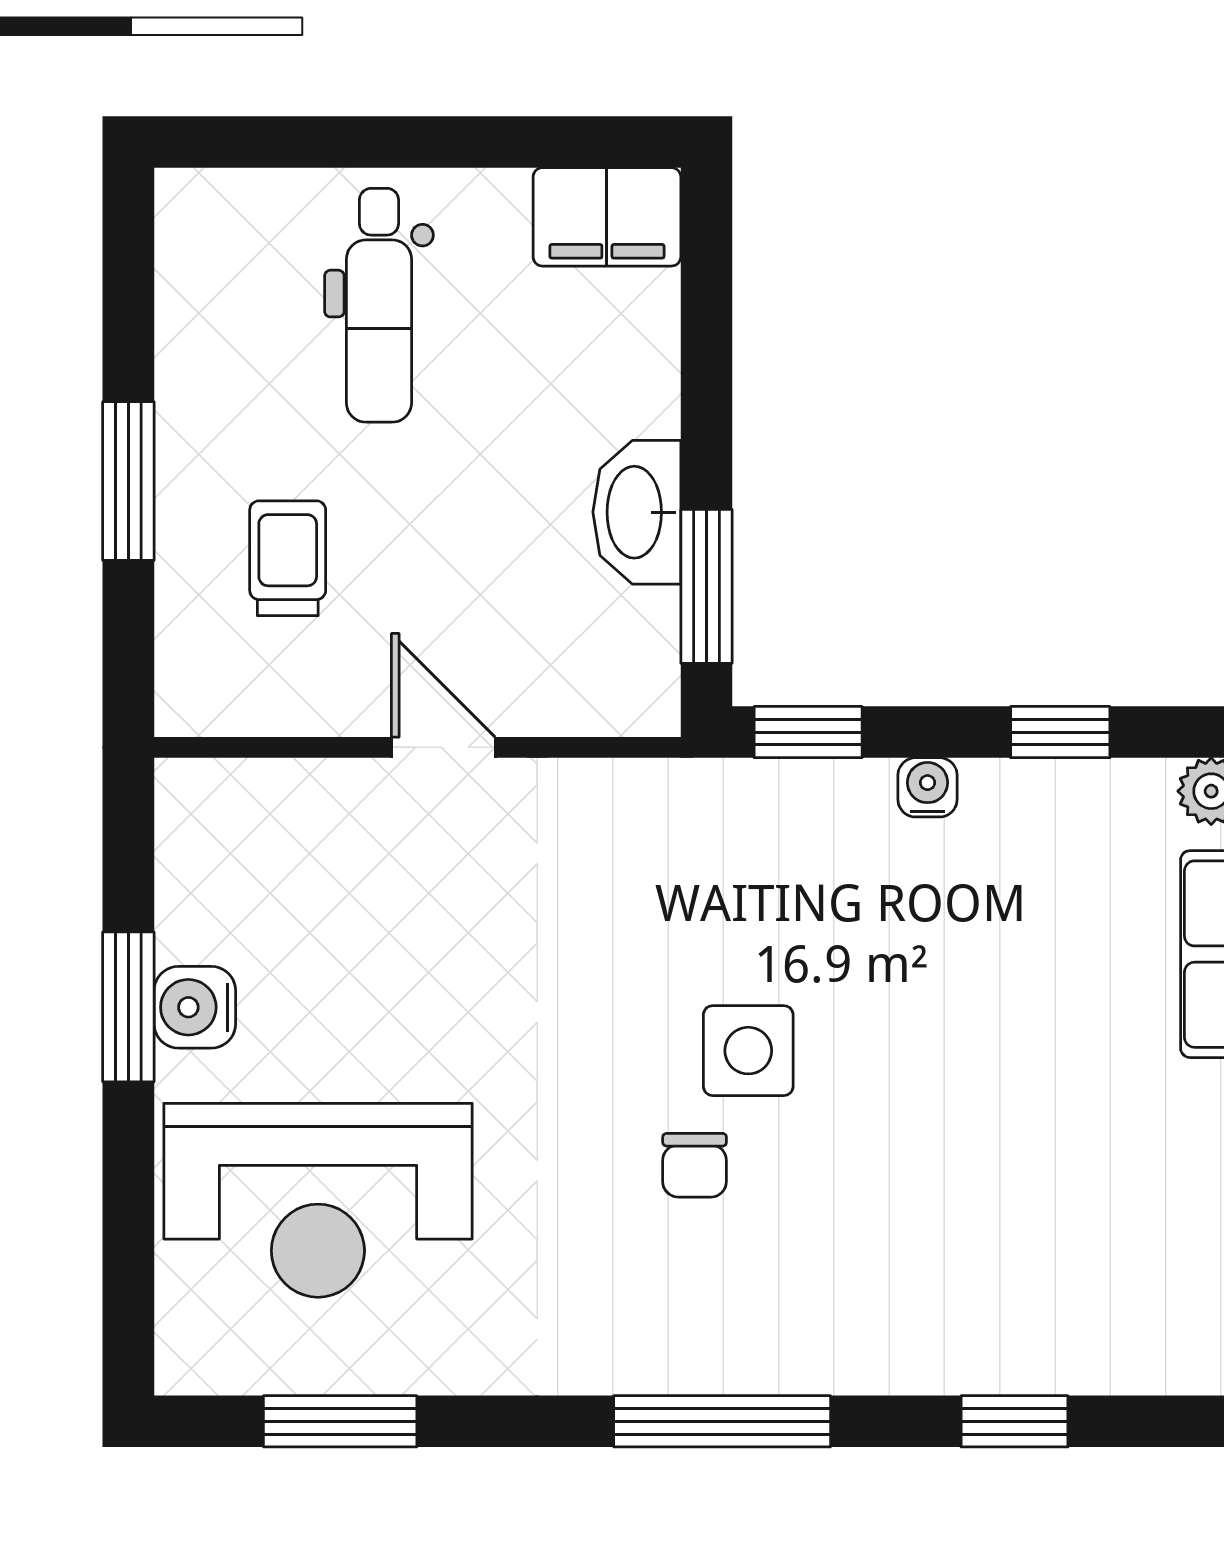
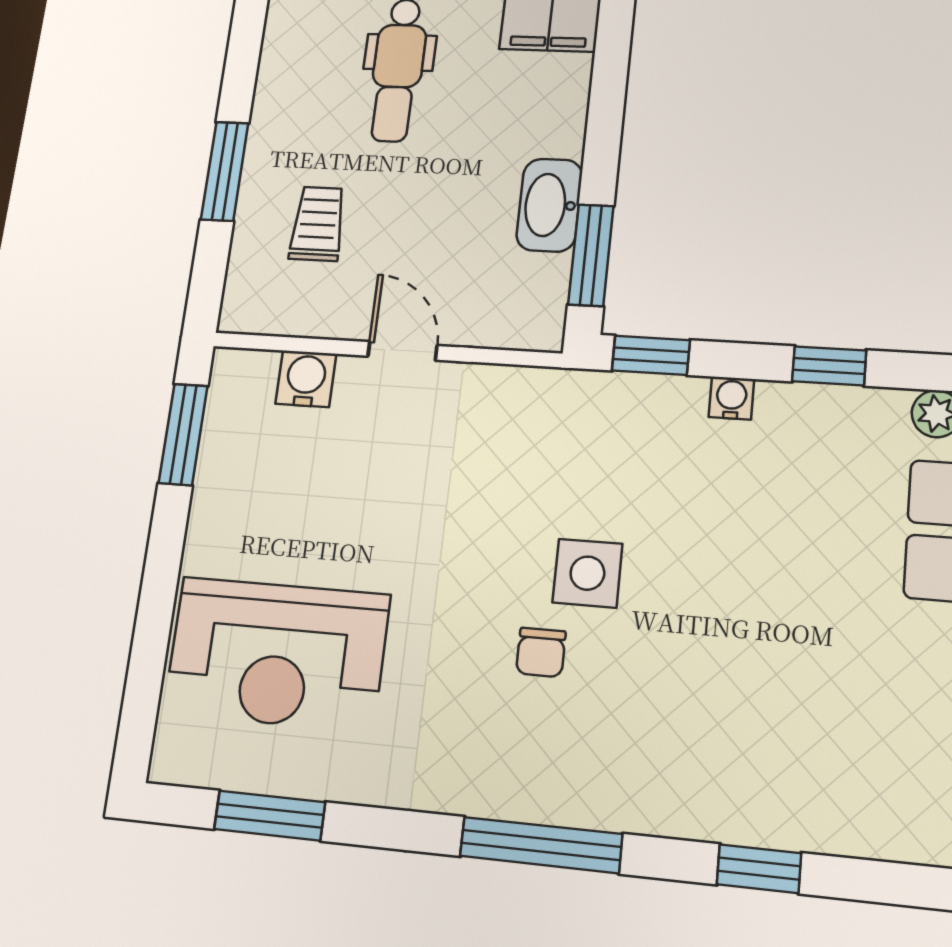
window: (128, 1007) -> (183, 434), moved
water cooler: (195, 1007) -> (306, 379), moved, turned 90

